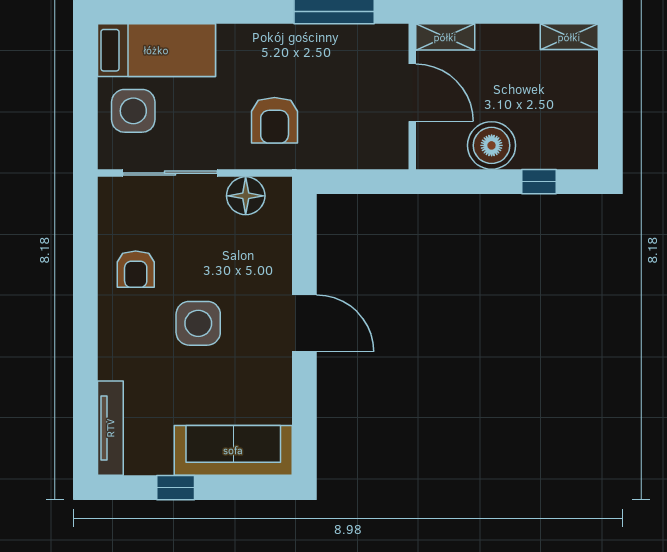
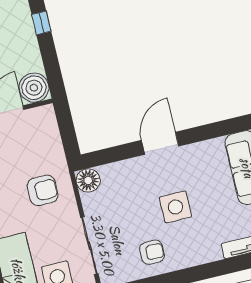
boiler: (492, 145) -> (34, 88), moved
floor lamp: (246, 196) -> (88, 180), moved

